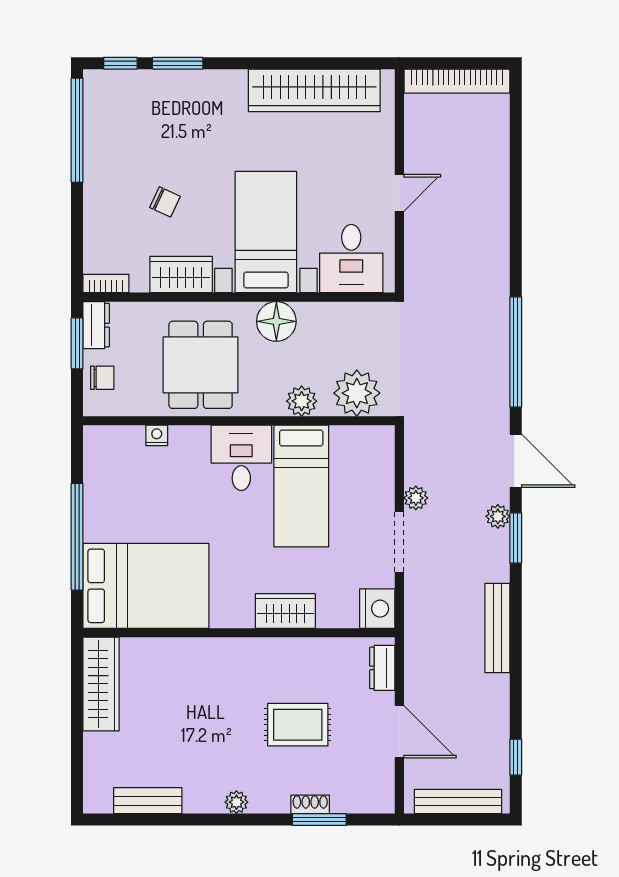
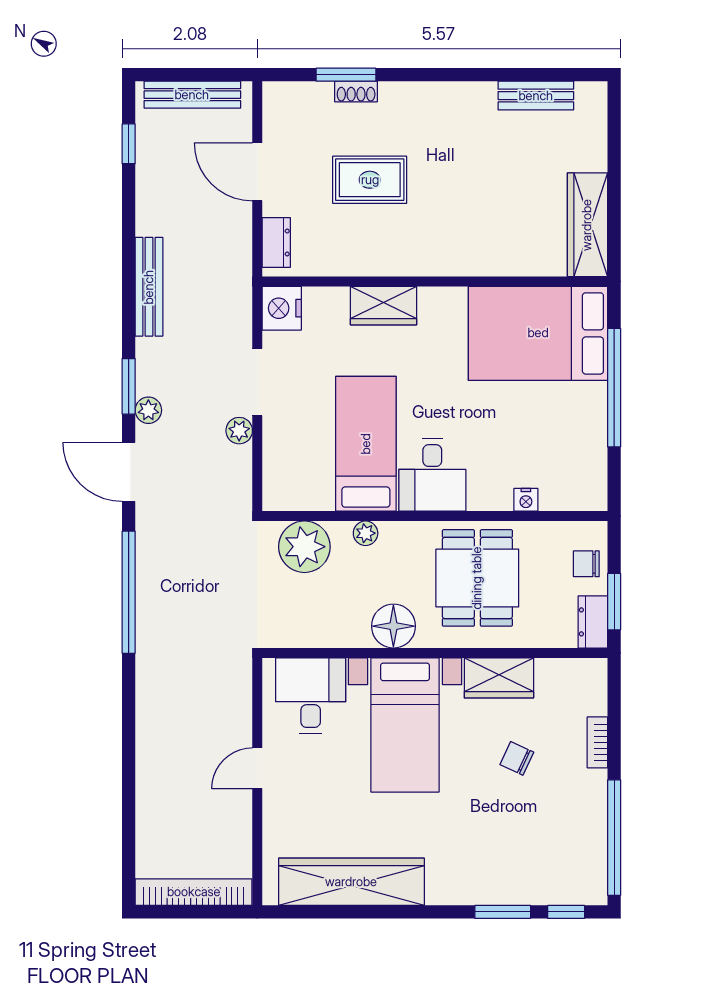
bookcase: (106, 284) -> (597, 742), moved, turned 90
plant: (302, 401) -> (366, 533), width x0.73, depth x0.73
plant: (236, 802) -> (438, 94), removed

